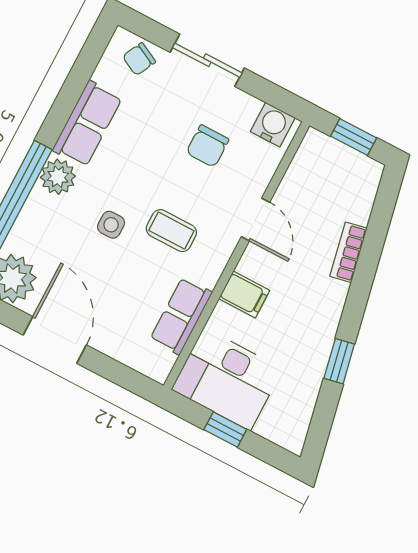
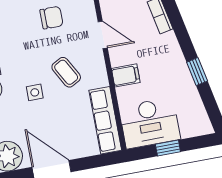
chair: (208, 146) -> (51, 18), turned -90
coffee table: (171, 231) -> (66, 72), turned 61
row of seats: (181, 316) -> (105, 120), width x1.48

